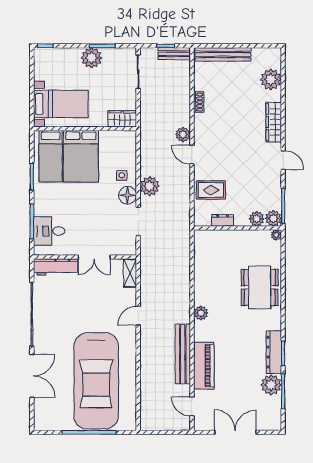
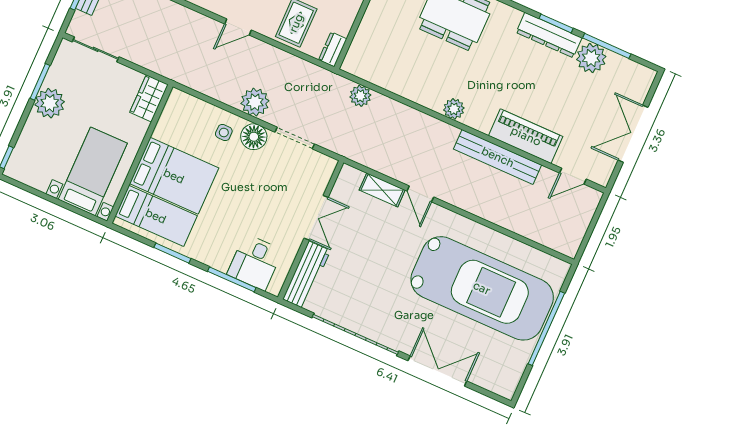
plant: (183, 135) -> (360, 96), moved
dresser: (223, 220) -> (333, 49), moved
shelving: (130, 273) -> (382, 190), moved

